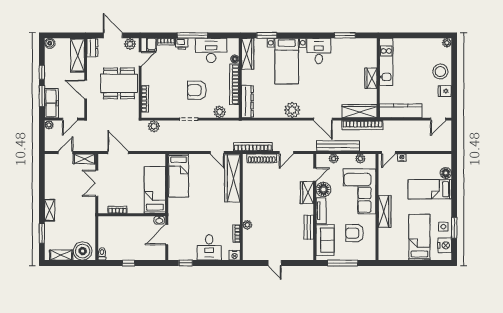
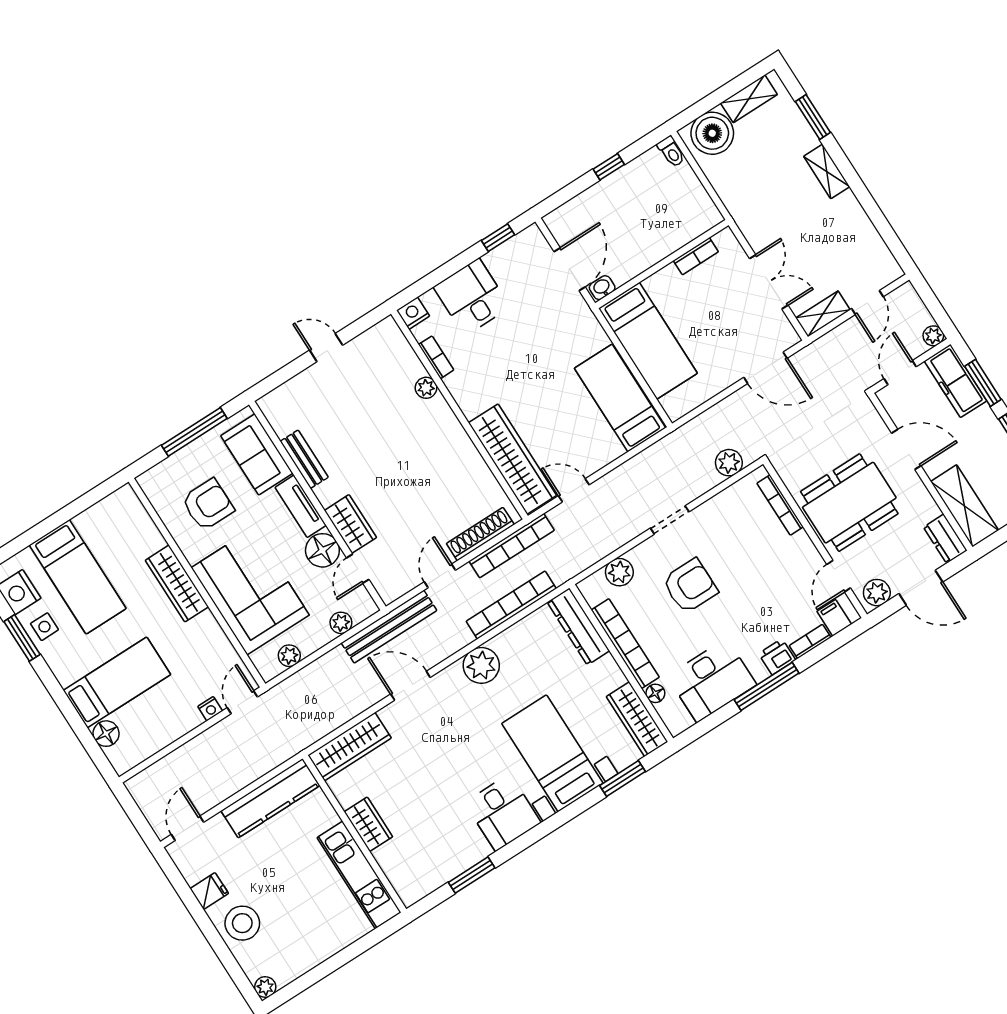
bookcase: (362, 125) -> (511, 605), moved
bench: (338, 146) -> (389, 627), moved

